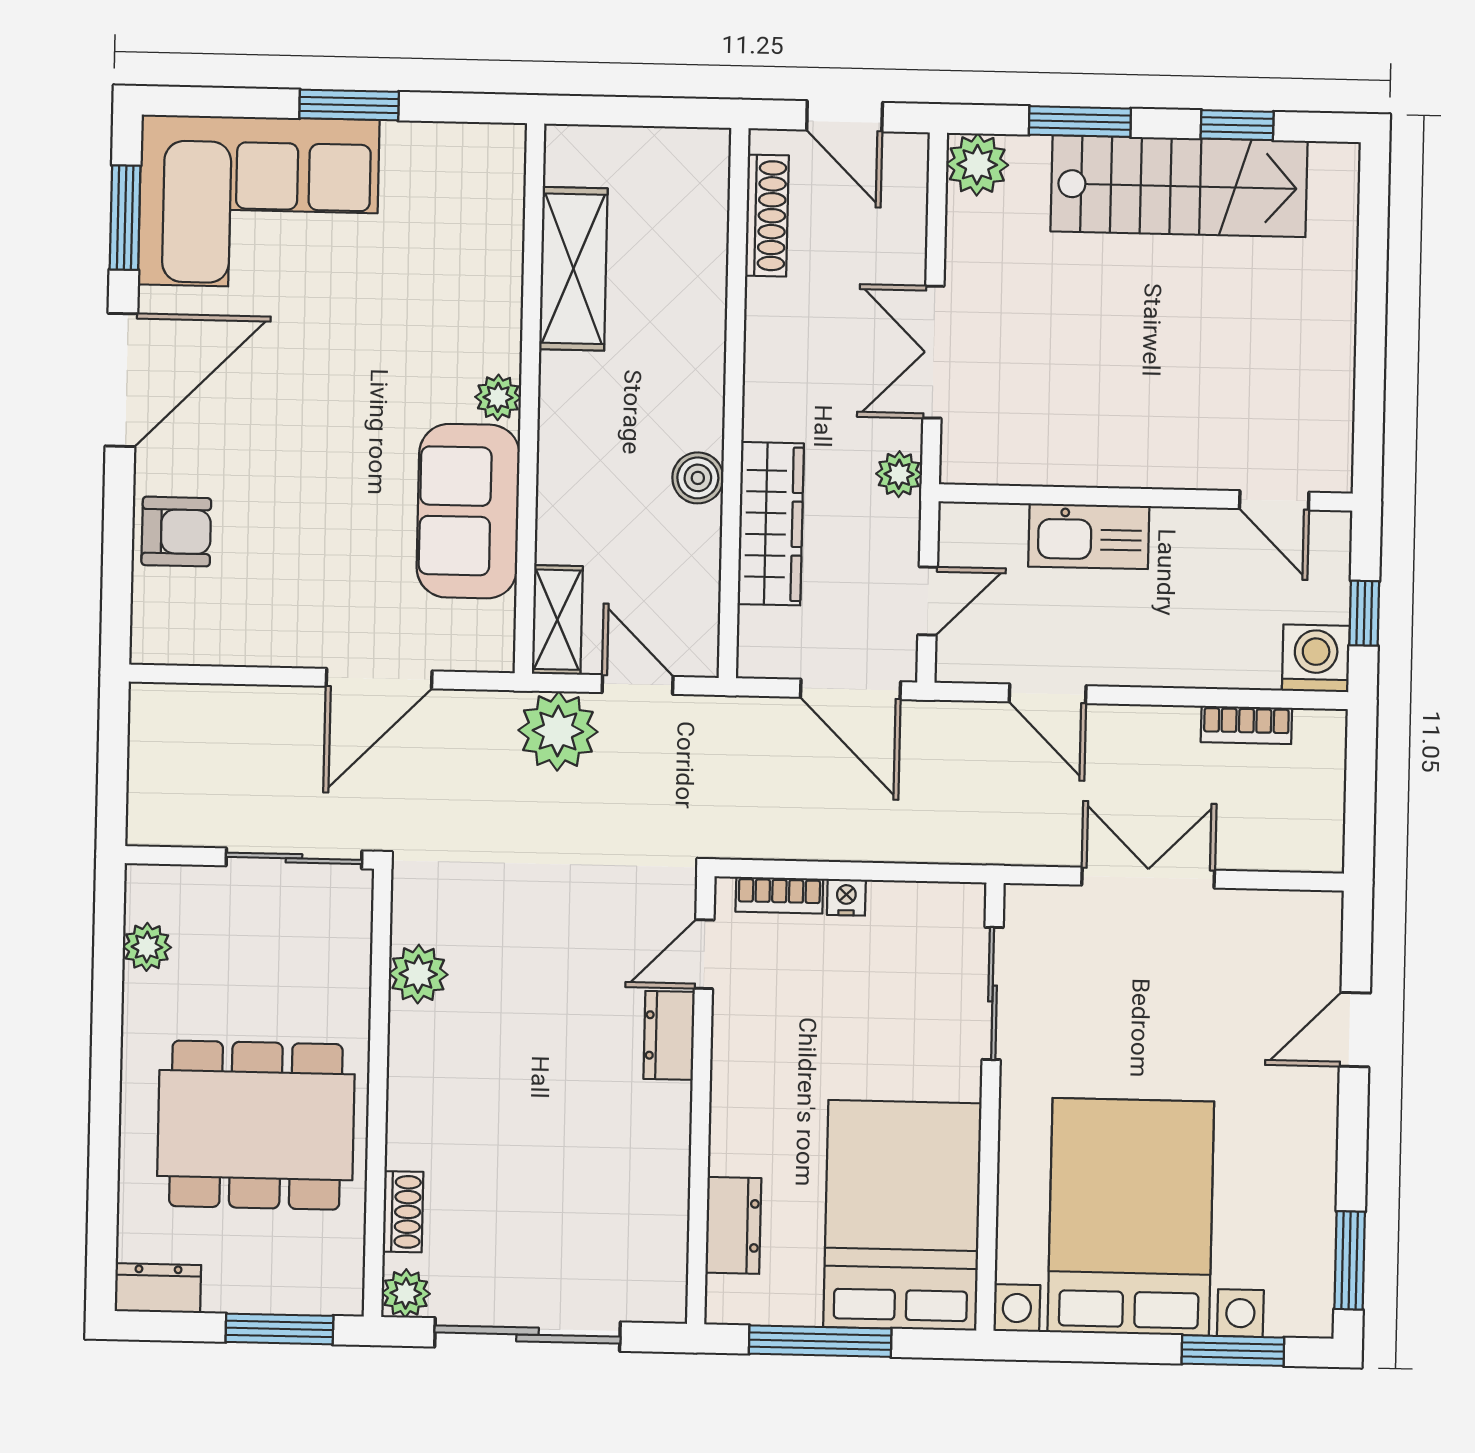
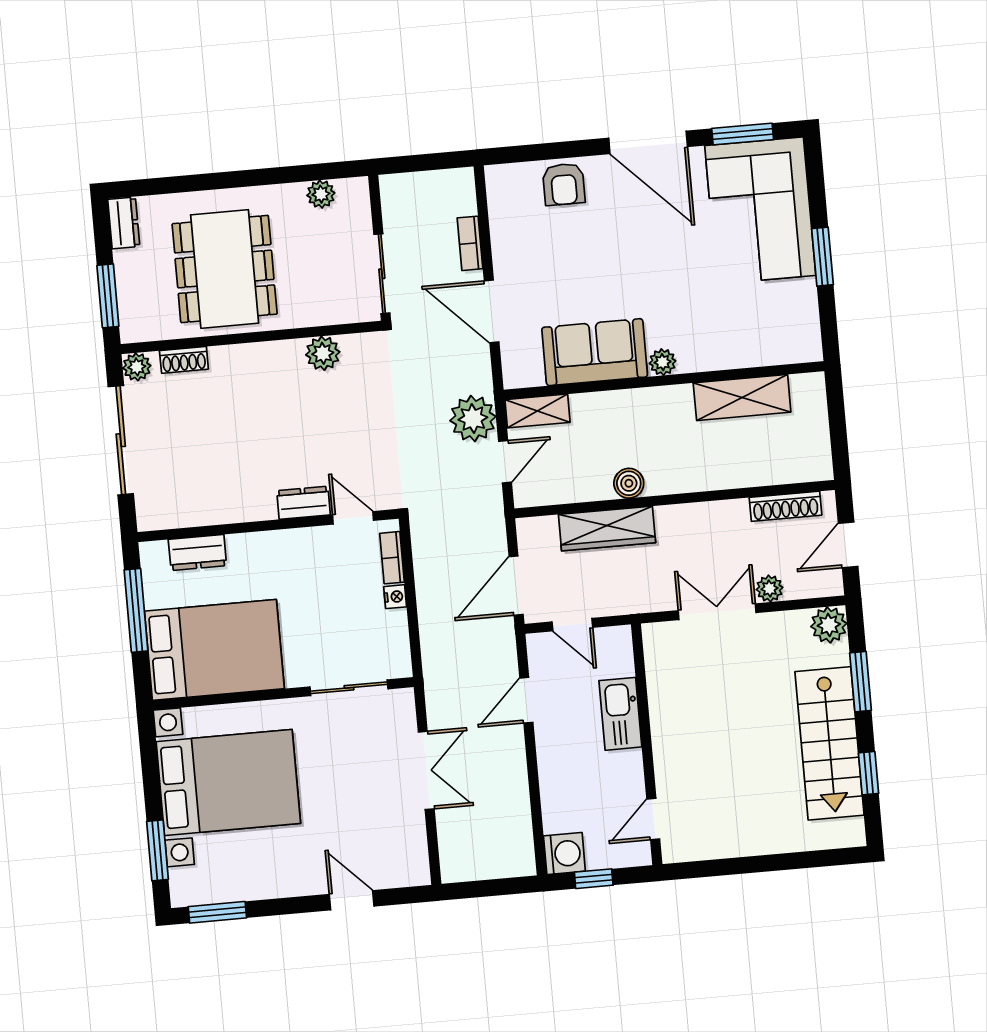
plant: (899, 474) -> (770, 589), moved
bookcase: (1246, 725) -> (470, 243), moved

